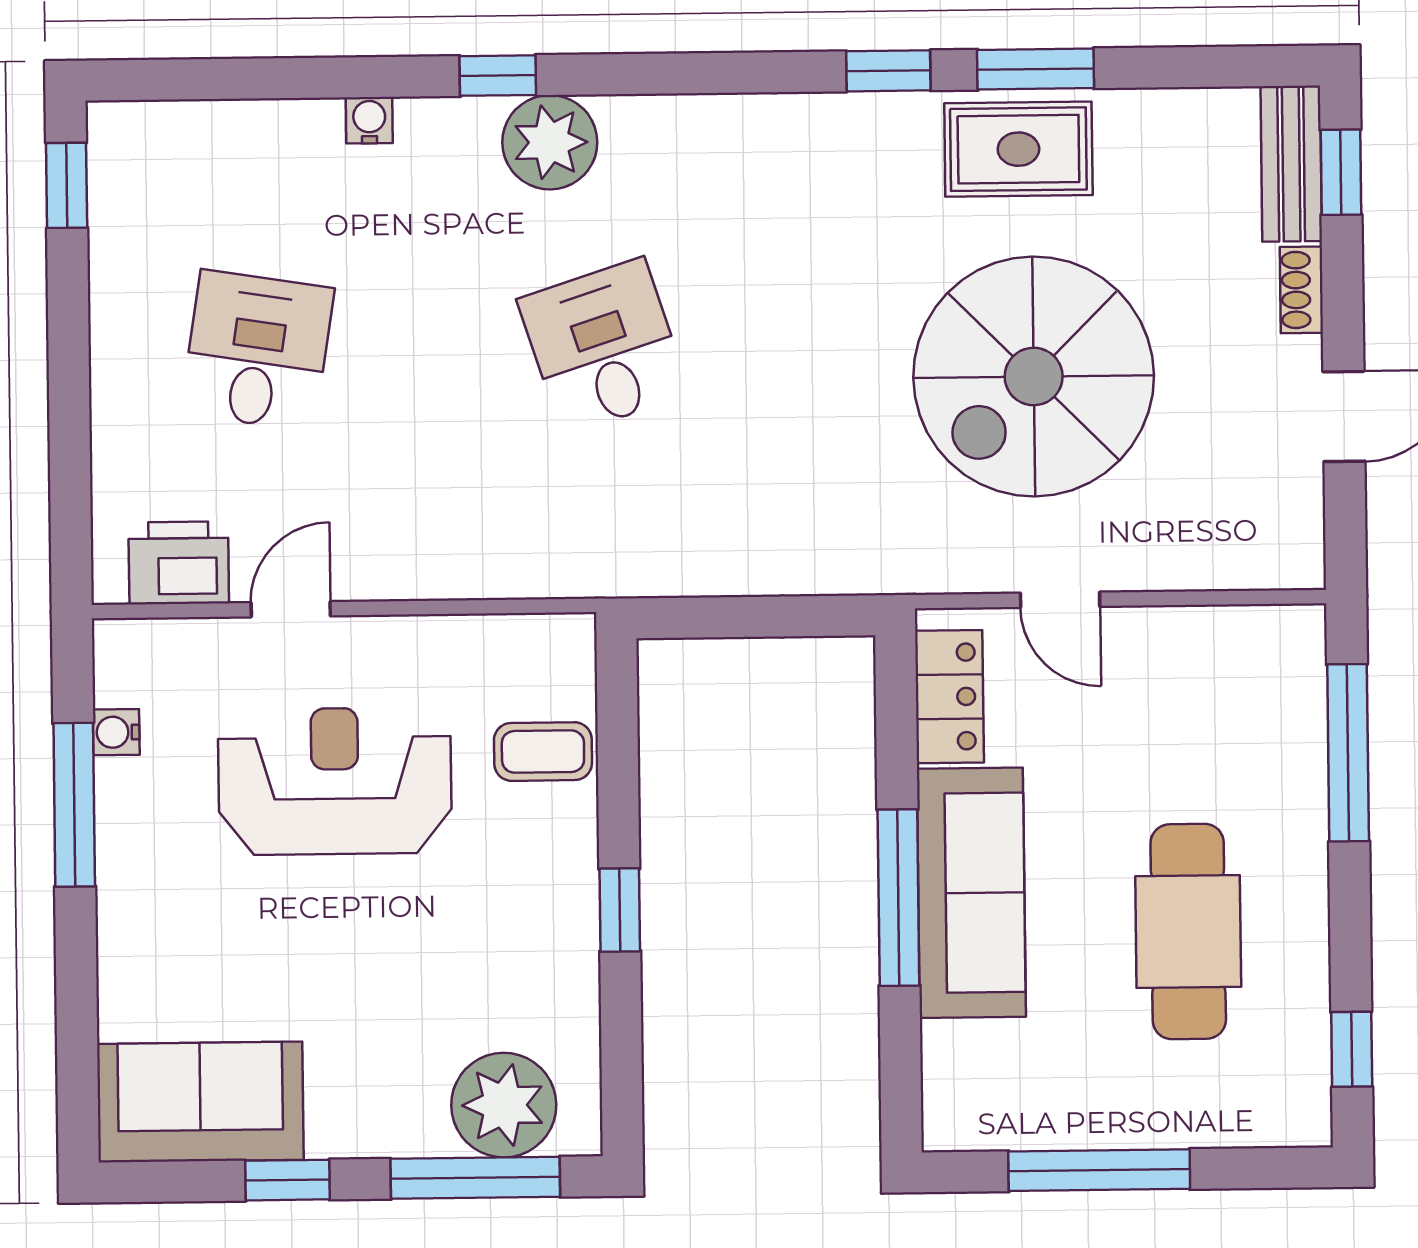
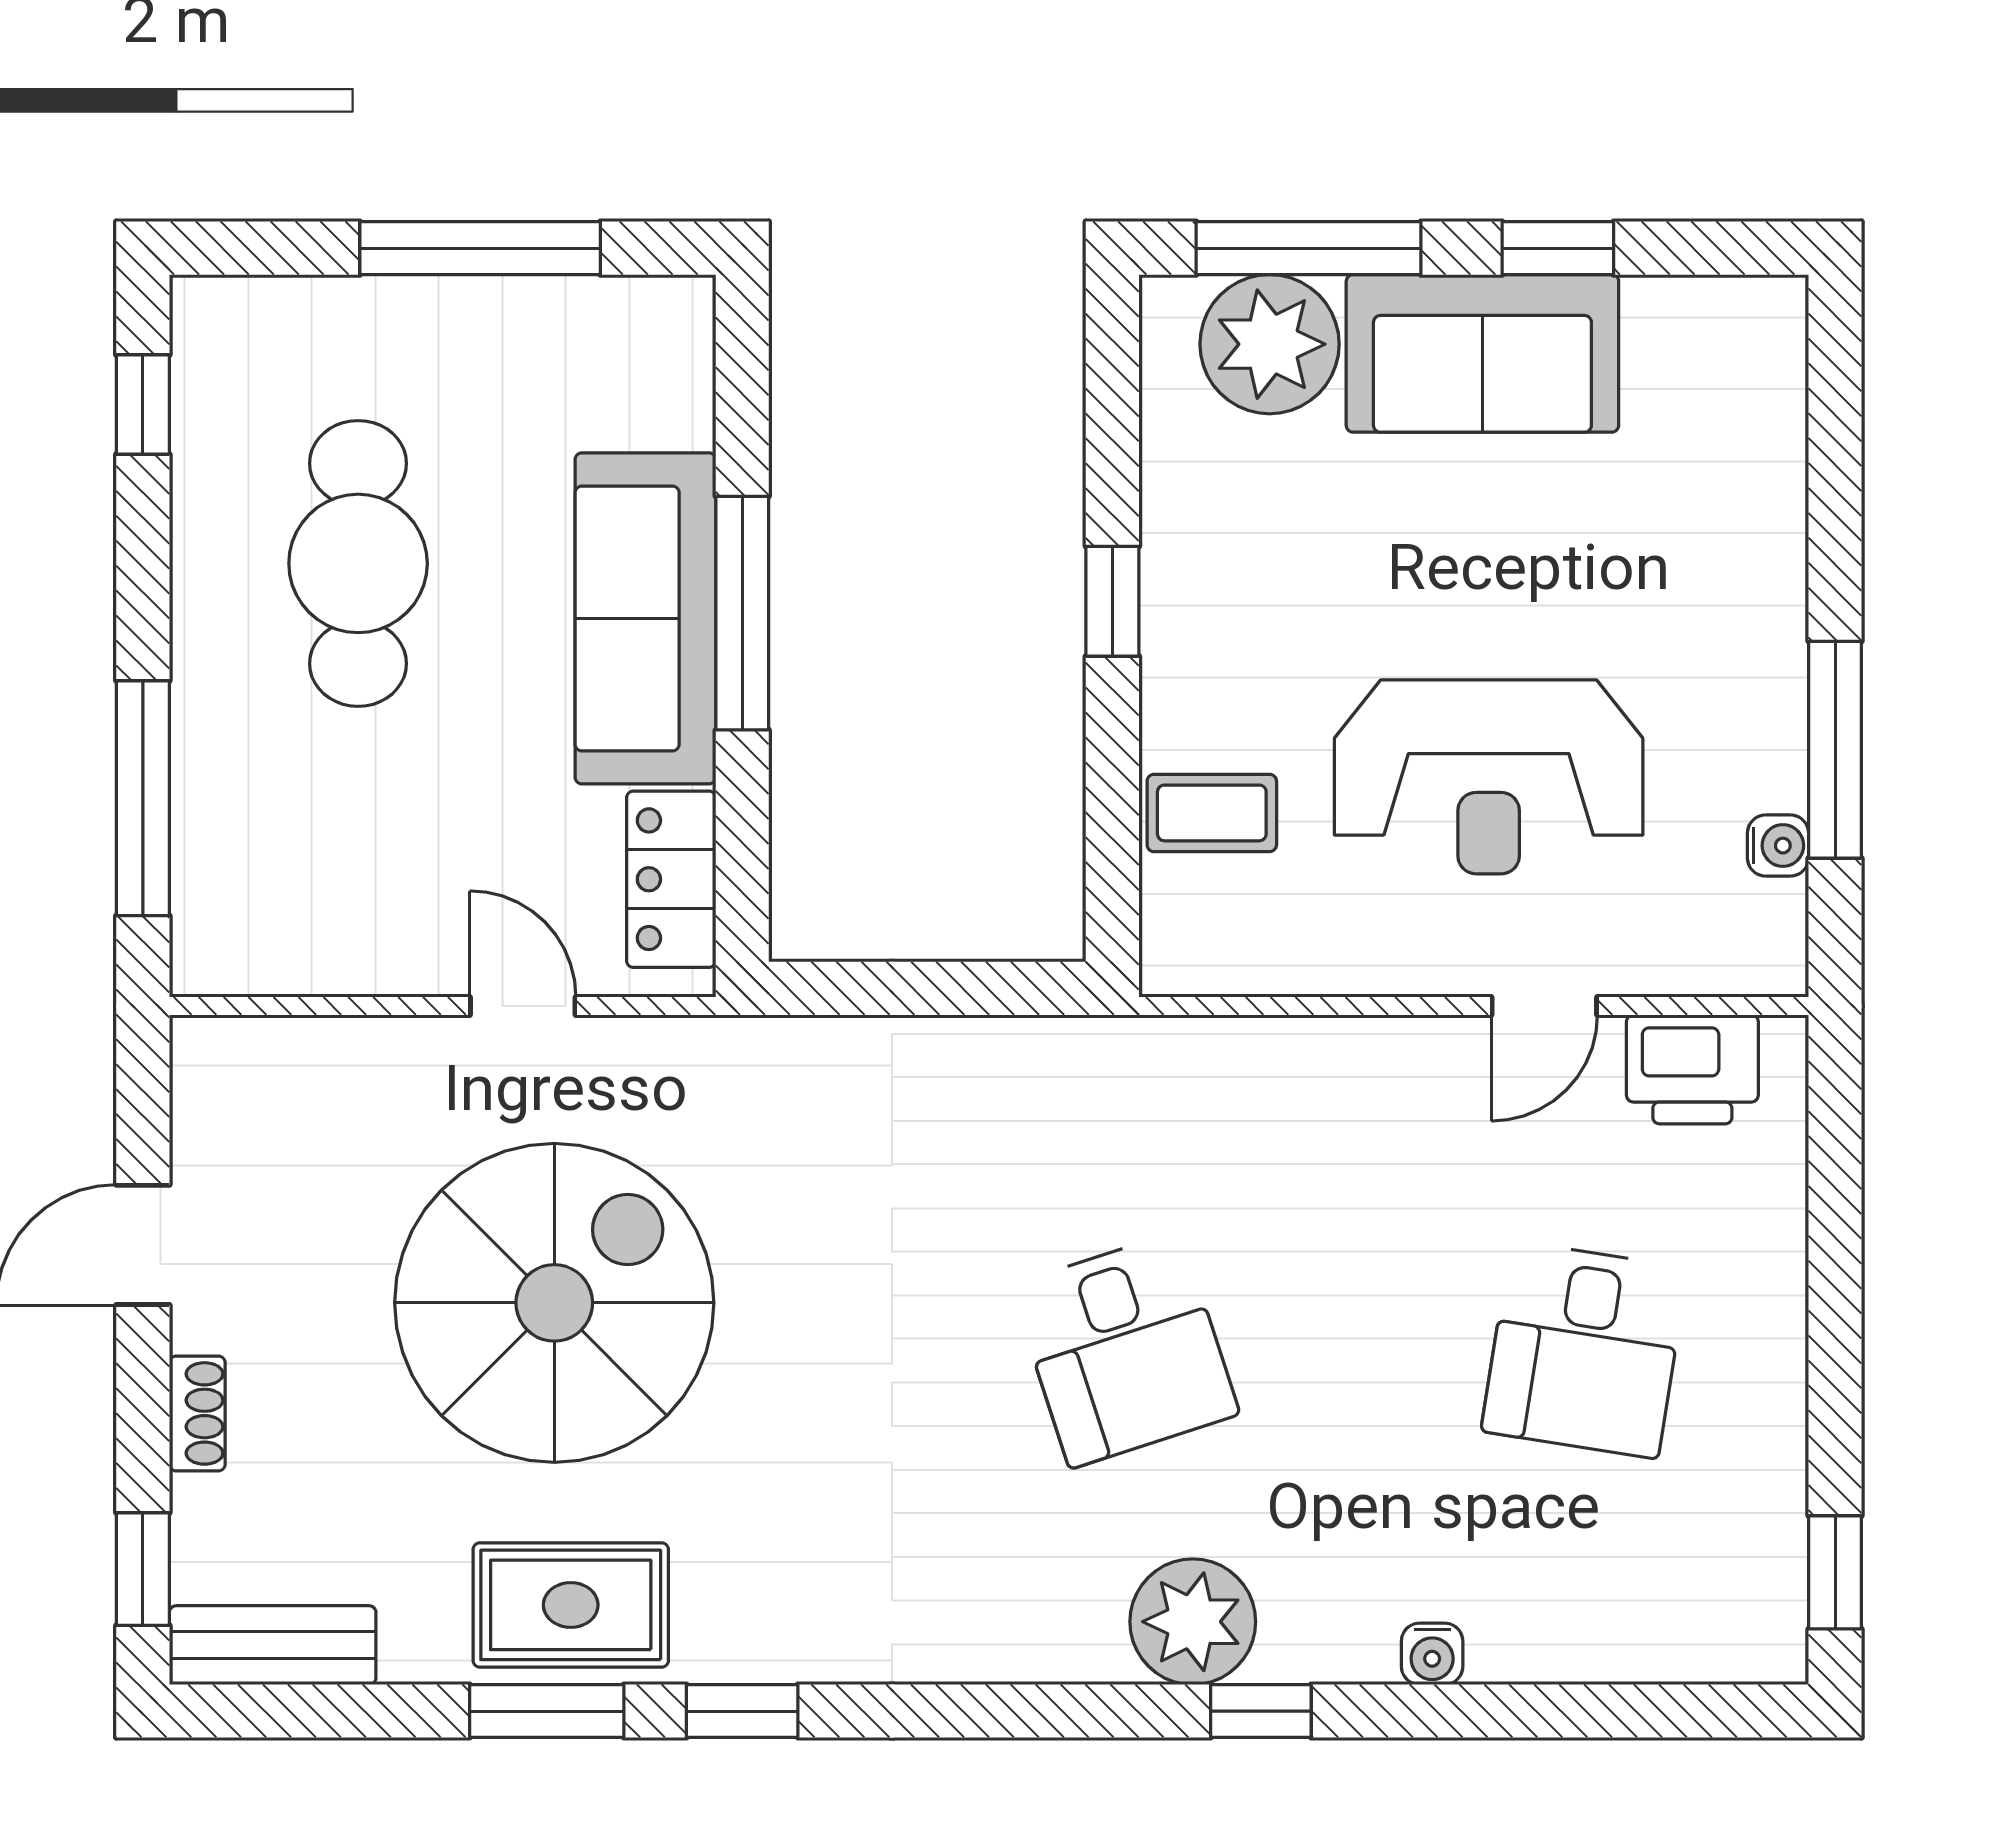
bench: (1291, 164) -> (273, 1645), moved, turned 90
sofa: (200, 1102) -> (1482, 353), moved

